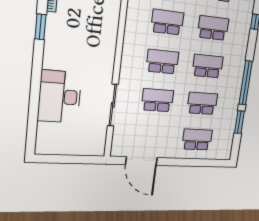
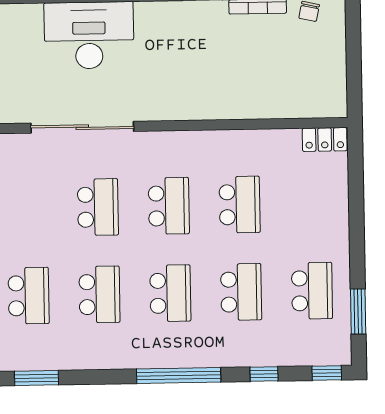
window: (246, 83) -> (179, 376), moved
sliding door: (113, 105) -> (82, 127), width x1.36
window: (239, 122) -> (36, 378), moved

